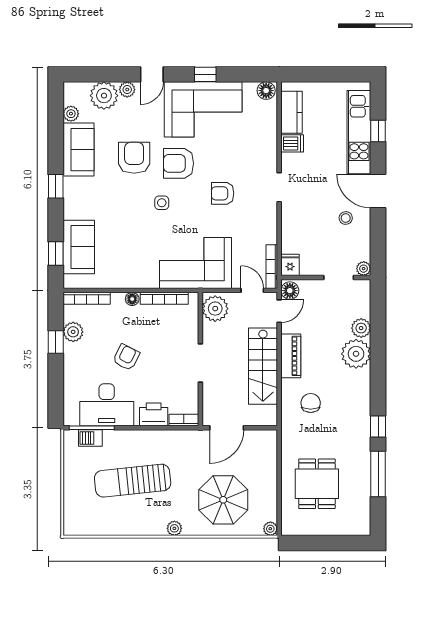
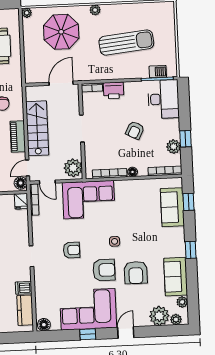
plant: (127, 90) -> (176, 319), moved
desk: (107, 405) -> (163, 99), moved, turned 90

